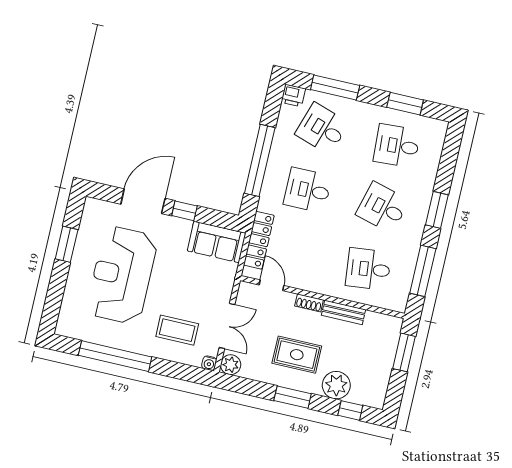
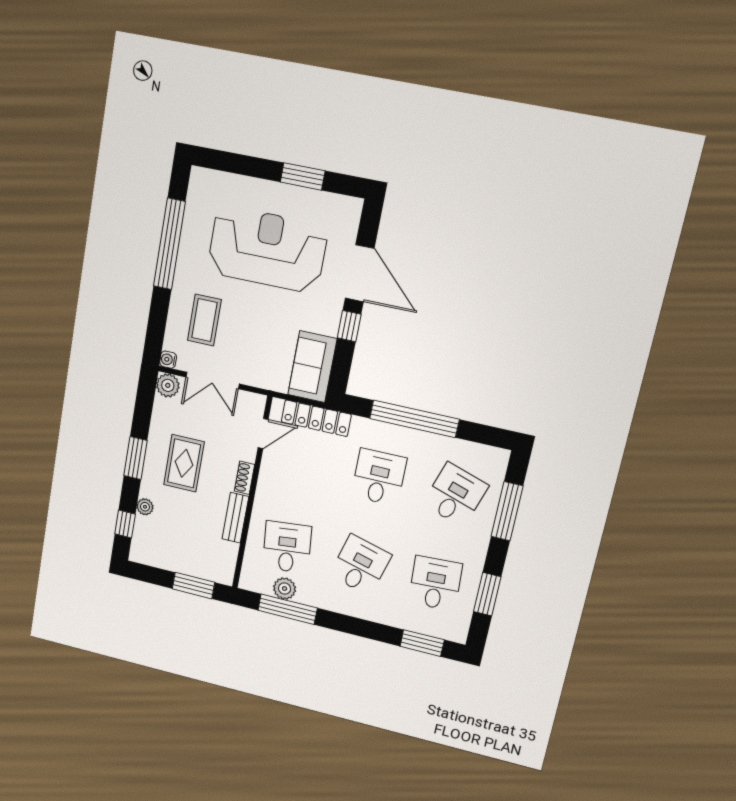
printer: (293, 95) -> (497, 460), removed
window: (437, 210) -> (422, 643), moved
plant: (405, 273) -> (285, 589), added
plant: (336, 385) -> (145, 507), width x0.53, depth x0.53

